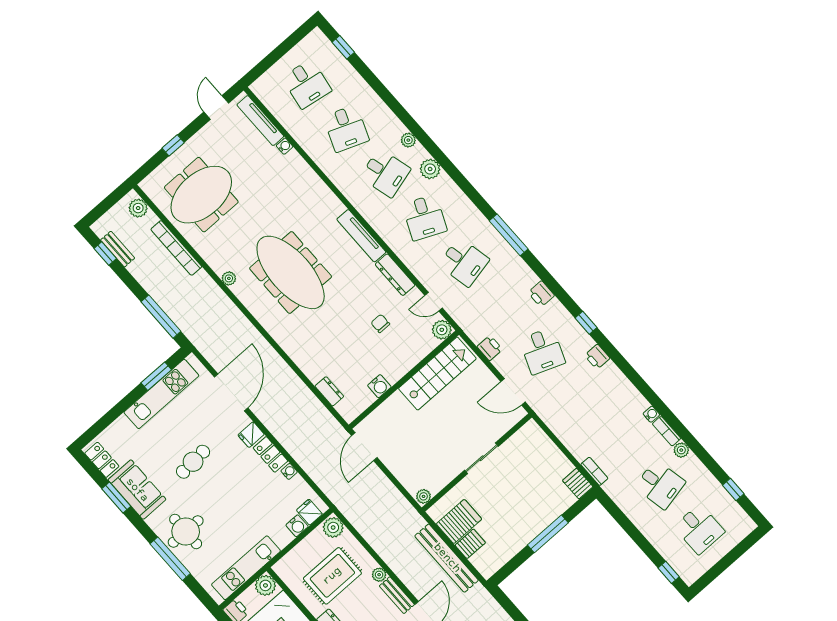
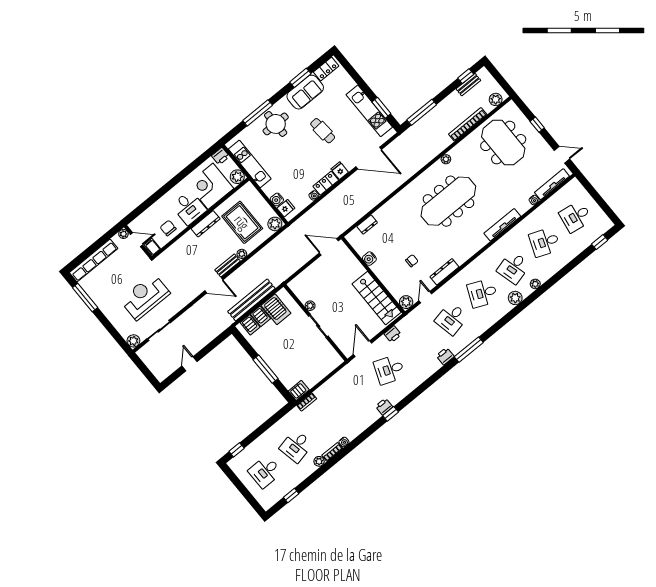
tv unit: (361, 236) -> (502, 225), moved
printer: (541, 294) -> (445, 356), moved
window: (586, 323) -> (391, 414), moved
plant: (424, 496) -> (310, 306), moved
server rack: (483, 559) -> (250, 325), added

